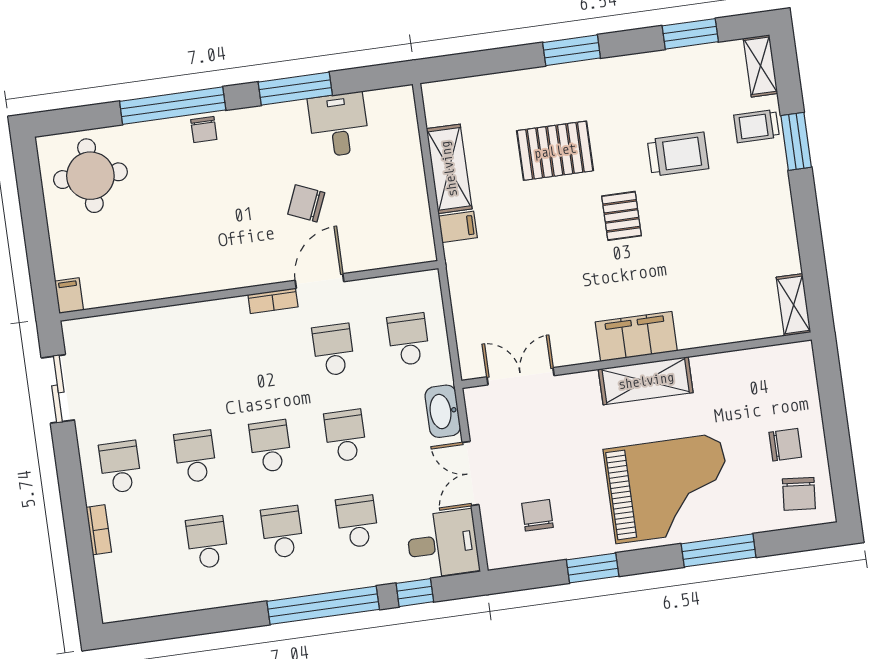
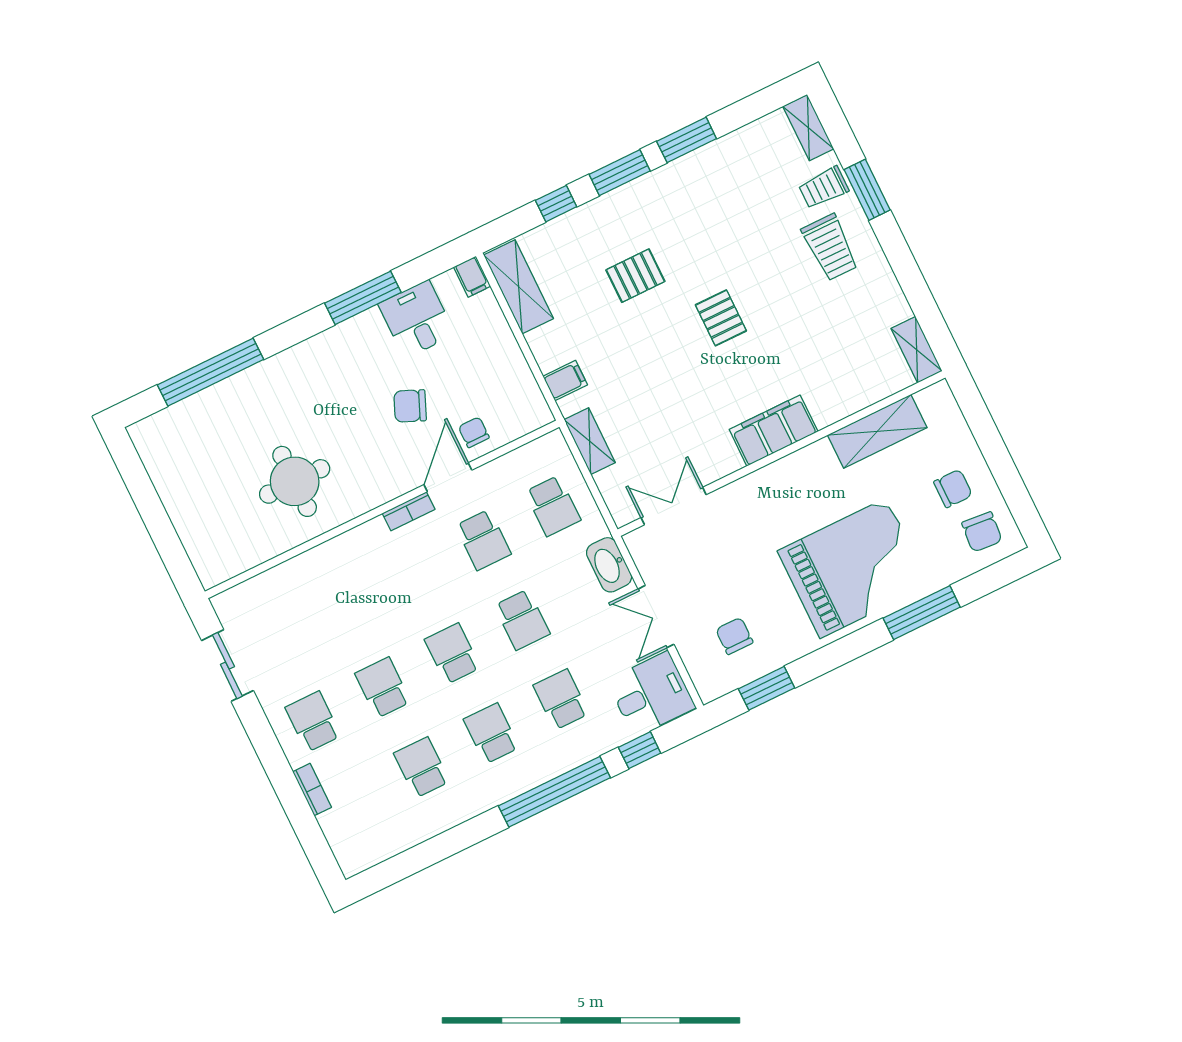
window: (690, 34) -> (687, 140), moved
window: (503, 60) -> (556, 204), added
window: (173, 106) -> (210, 372), moved
chair: (204, 130) -> (474, 432), moved, turned 180
pallet: (555, 151) -> (635, 276), width x0.67, depth x0.71
trolley: (678, 154) -> (830, 247), moved, turned 90
shelving: (449, 169) -> (519, 287), moved
round table: (90, 176) -> (295, 481), moved
shelving: (462, 291) -> (590, 441), added
filing cabinet: (69, 296) -> (472, 277), moved, turned 180
school desk: (408, 339) -> (553, 506), turned 180
school desk: (333, 350) -> (483, 540), turned 180
shelving: (646, 381) -> (877, 431), moved
school desk: (345, 436) -> (522, 620), turned 180
window: (593, 568) -> (766, 688), moved

